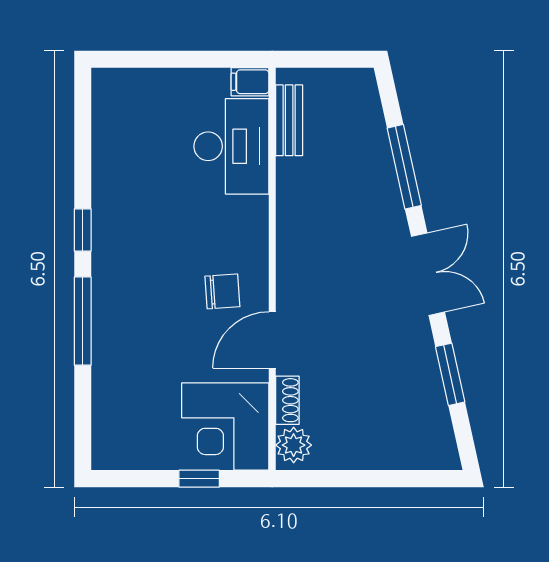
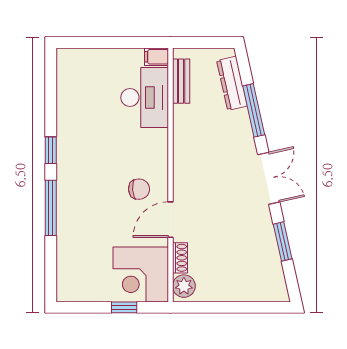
dresser: (370, 124) -> (232, 83), added

